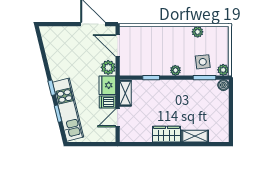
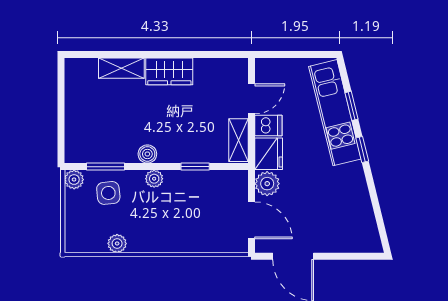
boiler: (223, 85) -> (147, 154), moved

